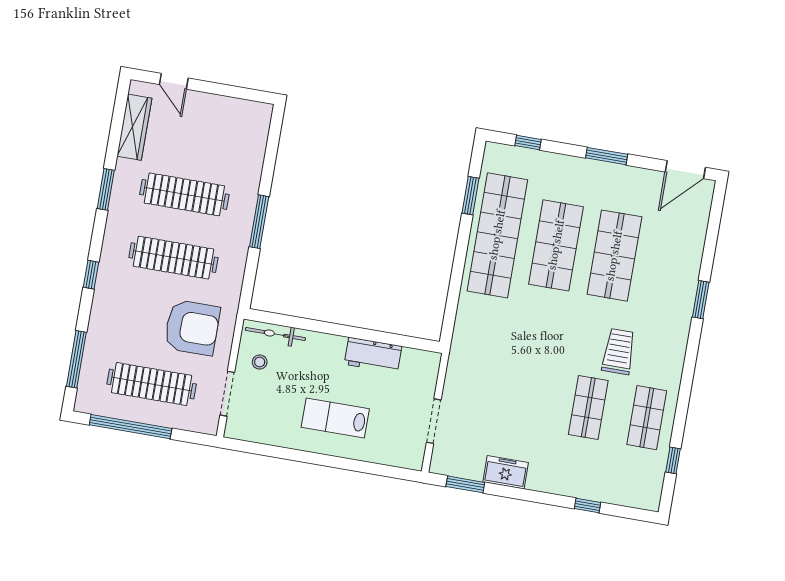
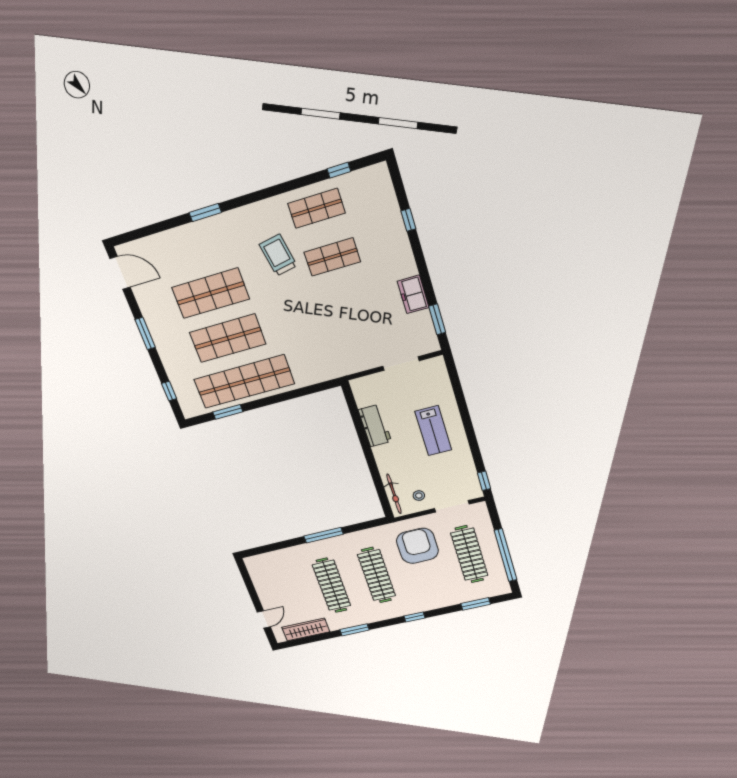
trolley: (619, 351) -> (278, 255), turned 80
window: (76, 359) -> (476, 604), width x0.69
window: (244, 446) -> (484, 481), added

